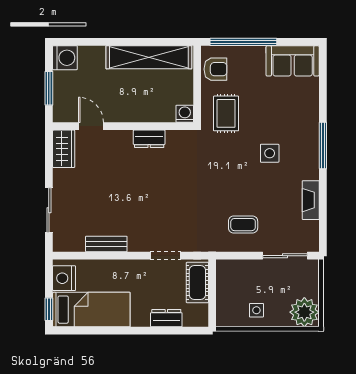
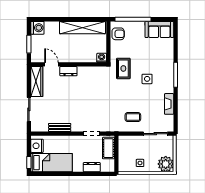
rug: (226, 113) -> (123, 68), moved
dresser: (149, 139) -> (68, 71), moved
wardrobe: (64, 149) -> (37, 82), width x1.50

